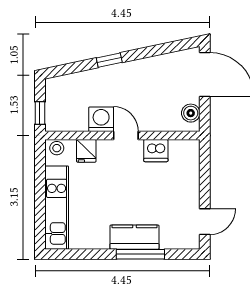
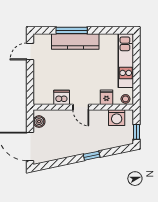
window: (40, 113) -> (136, 132), moved
washing machine: (101, 119) -> (117, 118), moved
kitchen counter: (135, 237) -> (75, 41), width x1.50

